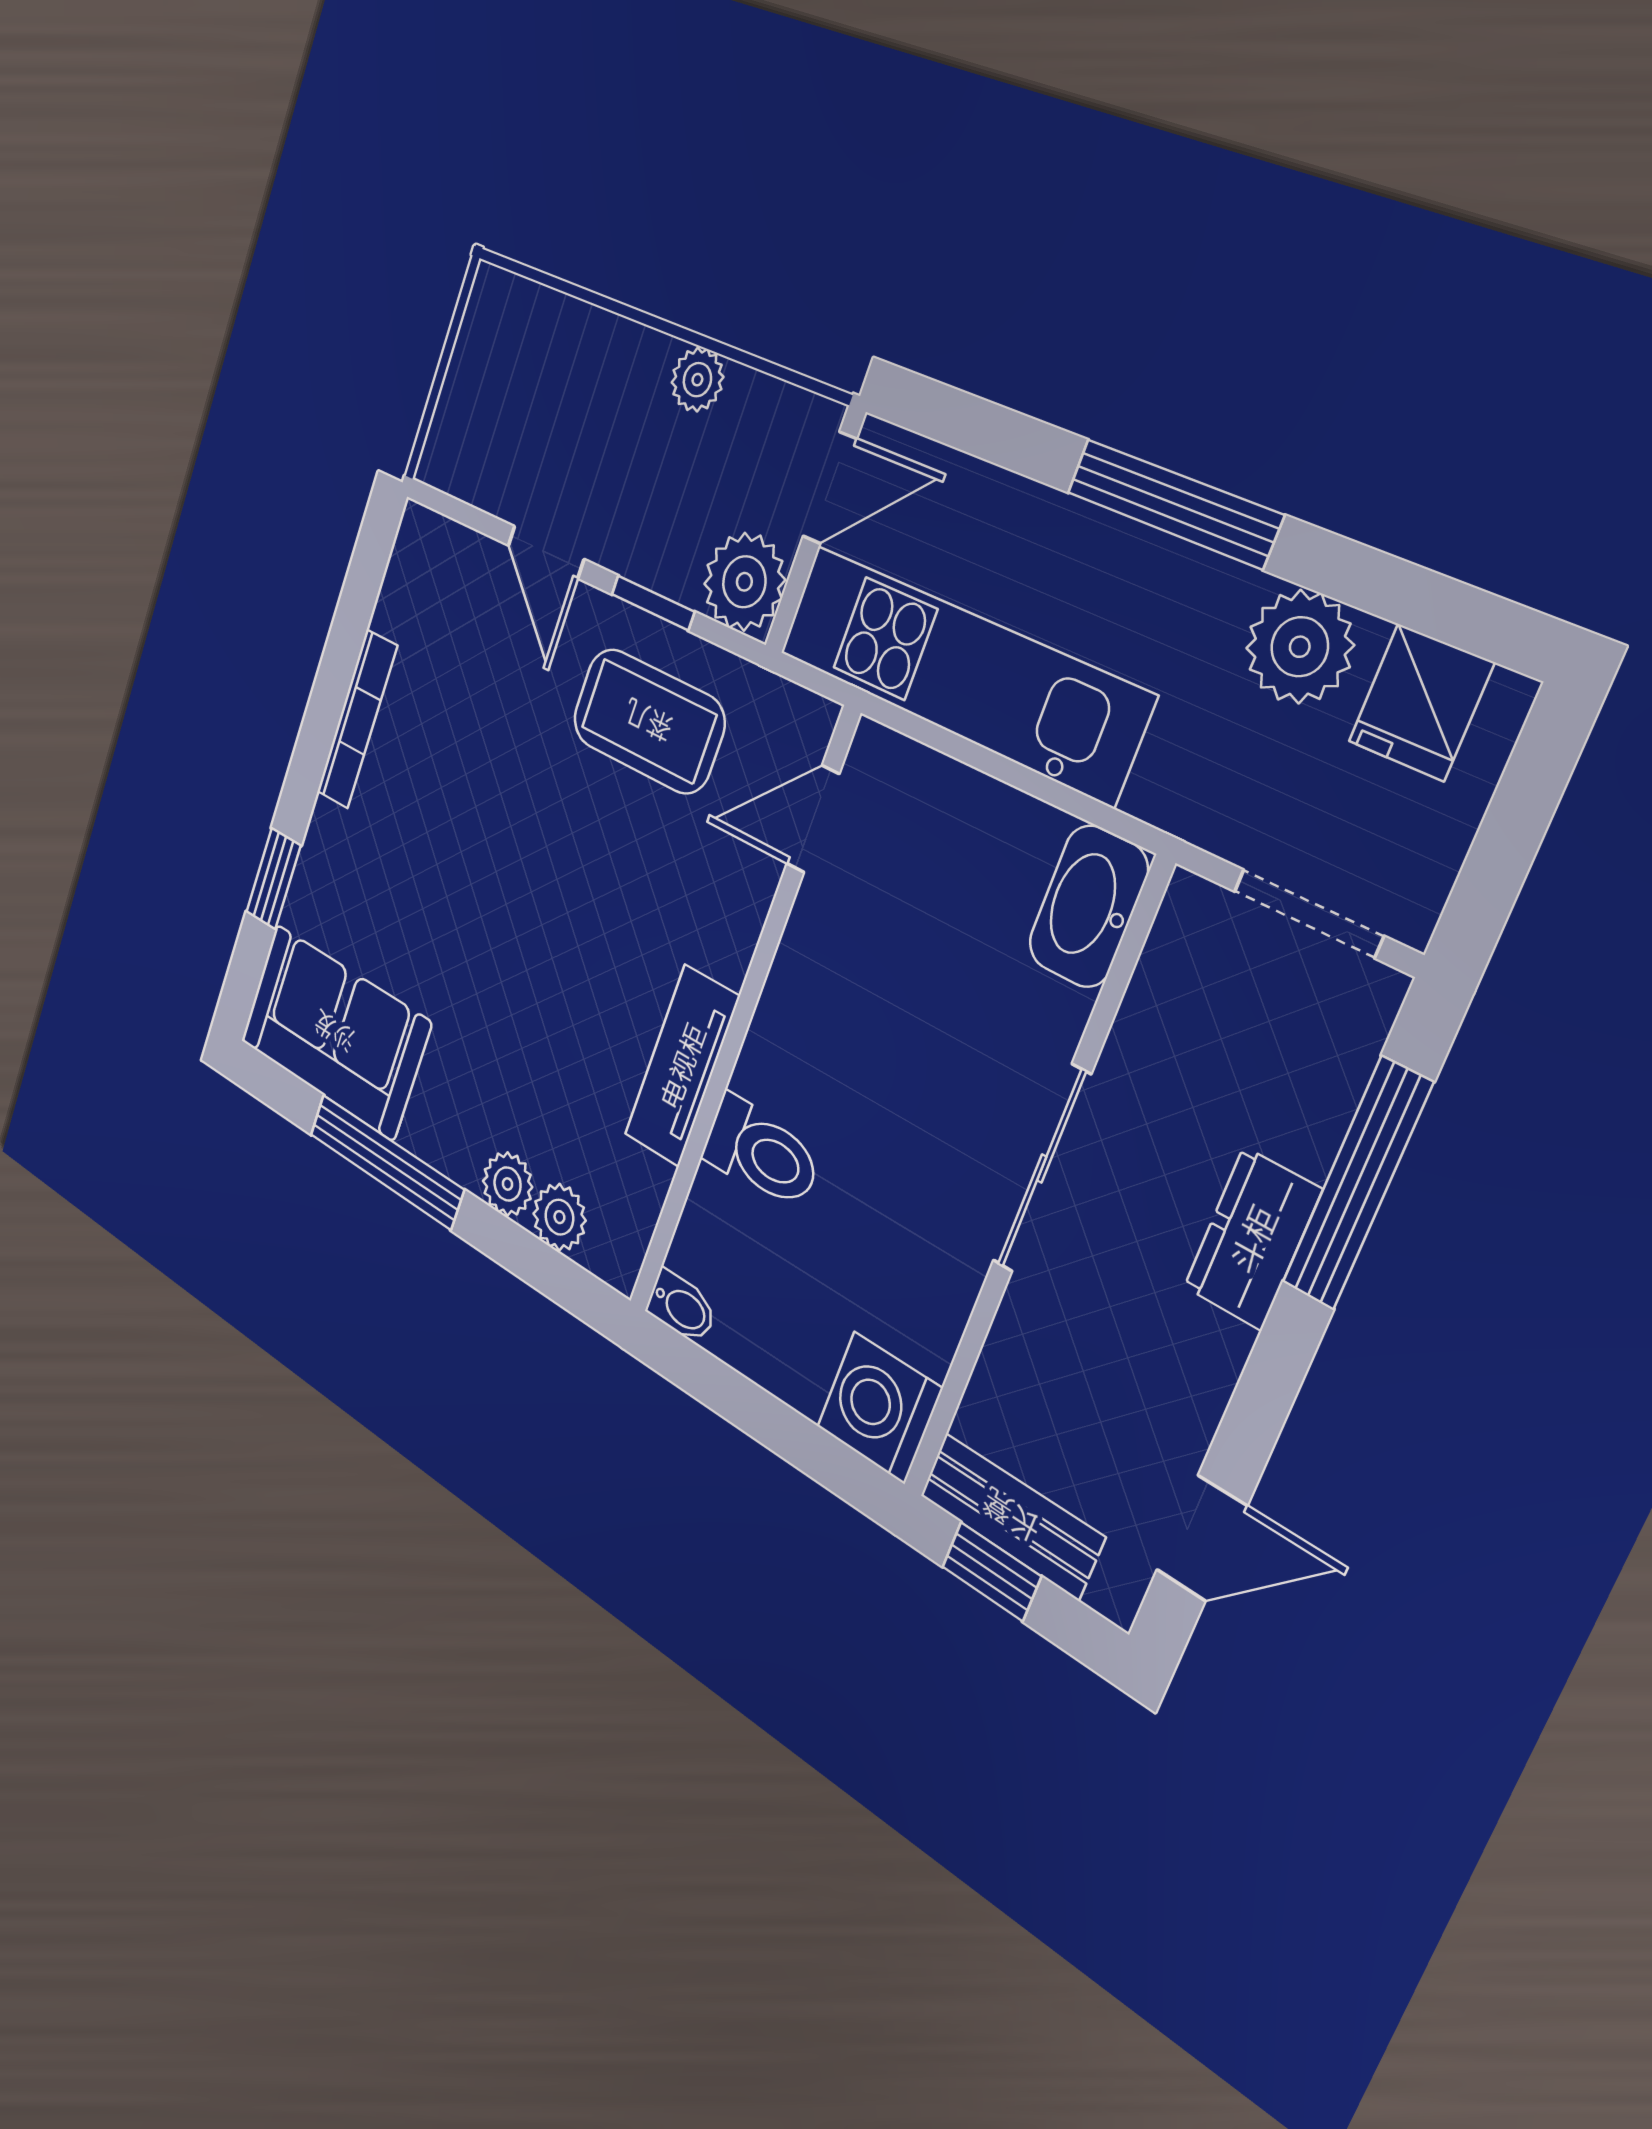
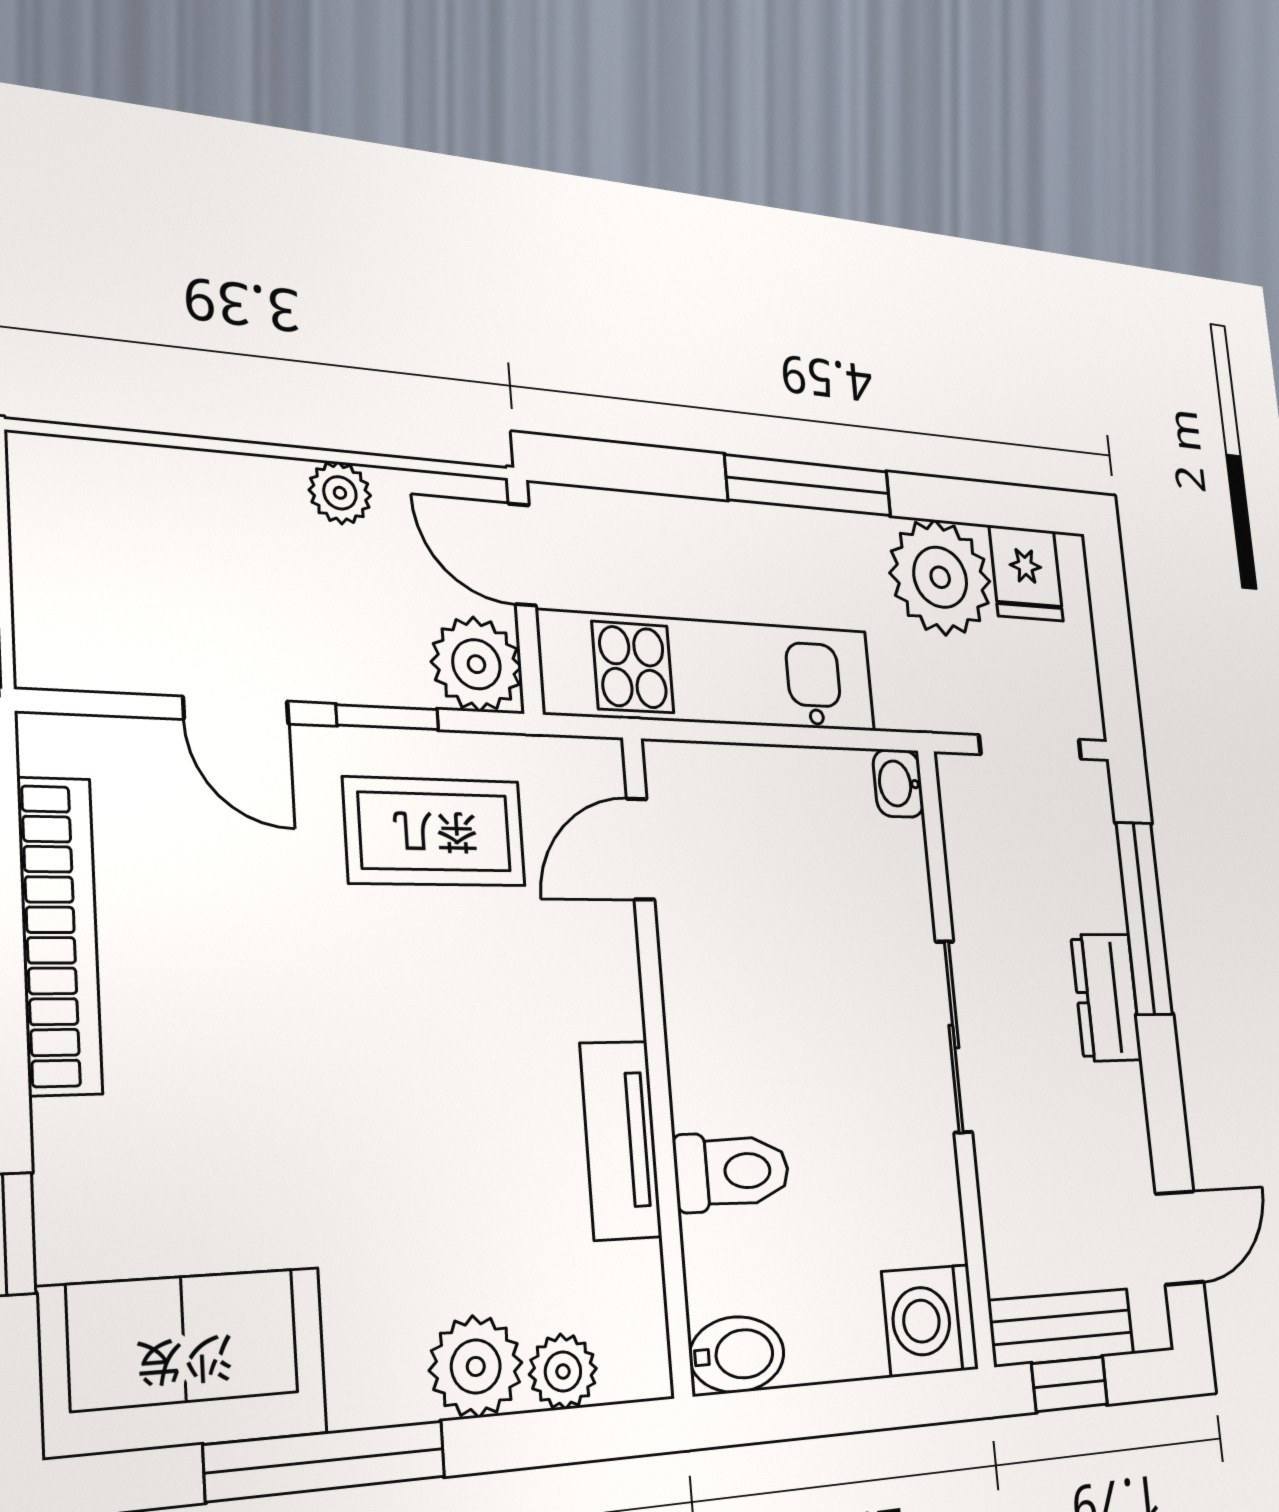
door: (830, 488) -> (522, 554), swing flipped
plant: (1300, 647) -> (940, 577), width x1.36, depth x1.36
bookcase: (357, 719) -> (60, 935), width x1.48, depth x1.31
washbasin: (1088, 906) -> (898, 784), width x0.52, depth x0.69
plant: (508, 1184) -> (476, 1366), width x1.38, depth x1.38
bidet: (681, 1307) -> (737, 1354), width x1.38, depth x1.36

